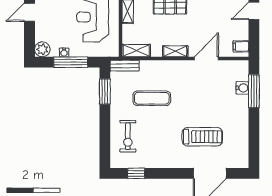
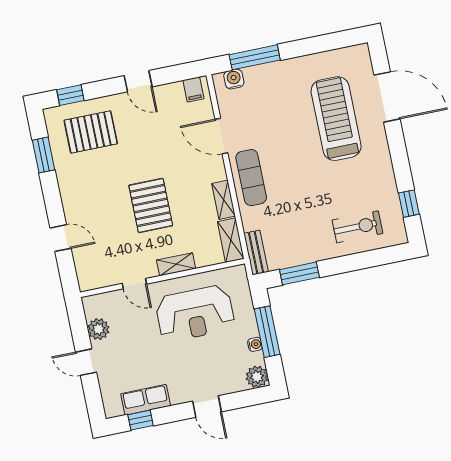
shelving: (175, 51) -> (224, 200), moved
water cooler: (242, 88) -> (234, 79), moved
exercise mat: (152, 98) -> (251, 178), moved
treadmill: (202, 137) -> (336, 119), width x1.37, depth x1.38

